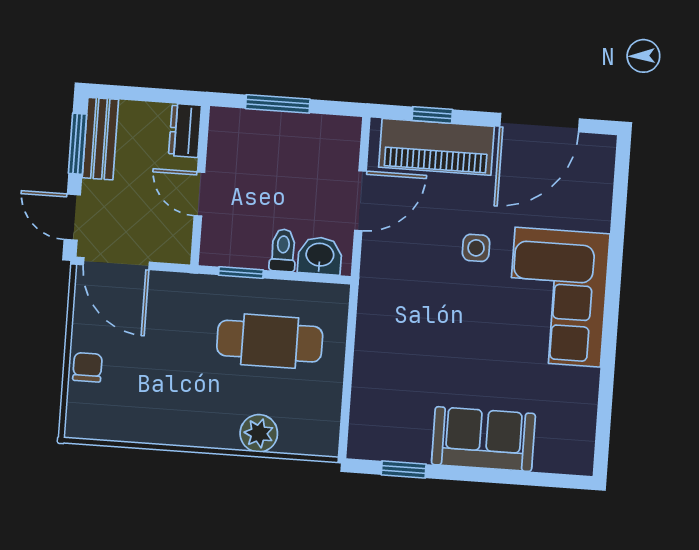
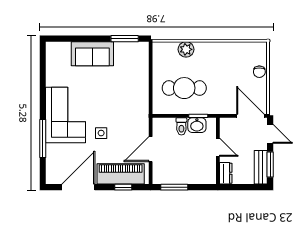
window: (278, 104) -> (174, 187), moved
window: (616, 245) -> (43, 138), added
washbasin: (320, 256) -> (197, 125), moved
window: (404, 469) -> (125, 39), width x1.50

